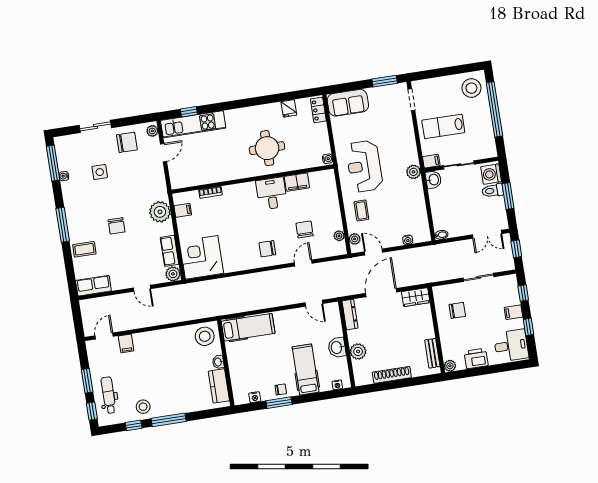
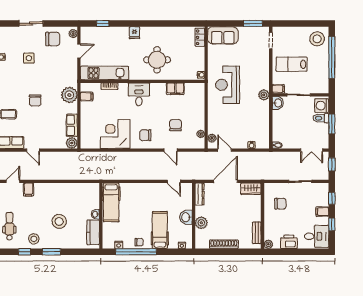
fridge: (289, 108) -> (134, 33), moved
kitchen unit: (193, 124) -> (105, 73), moved, turned 180
desk: (272, 193) -> (139, 94), moved
coffee table: (361, 210) -> (220, 118), removed
corner desk: (202, 257) -> (115, 134), moved
door: (303, 263) -> (171, 150), swing flipped
door: (142, 288) -> (33, 150), moved
hospital bed: (248, 327) -> (111, 202), moved, turned 90
stool: (205, 336) -> (59, 221), moved
window: (279, 403) -> (136, 252), width x2.11
window: (169, 420) -> (51, 252), width x0.69

